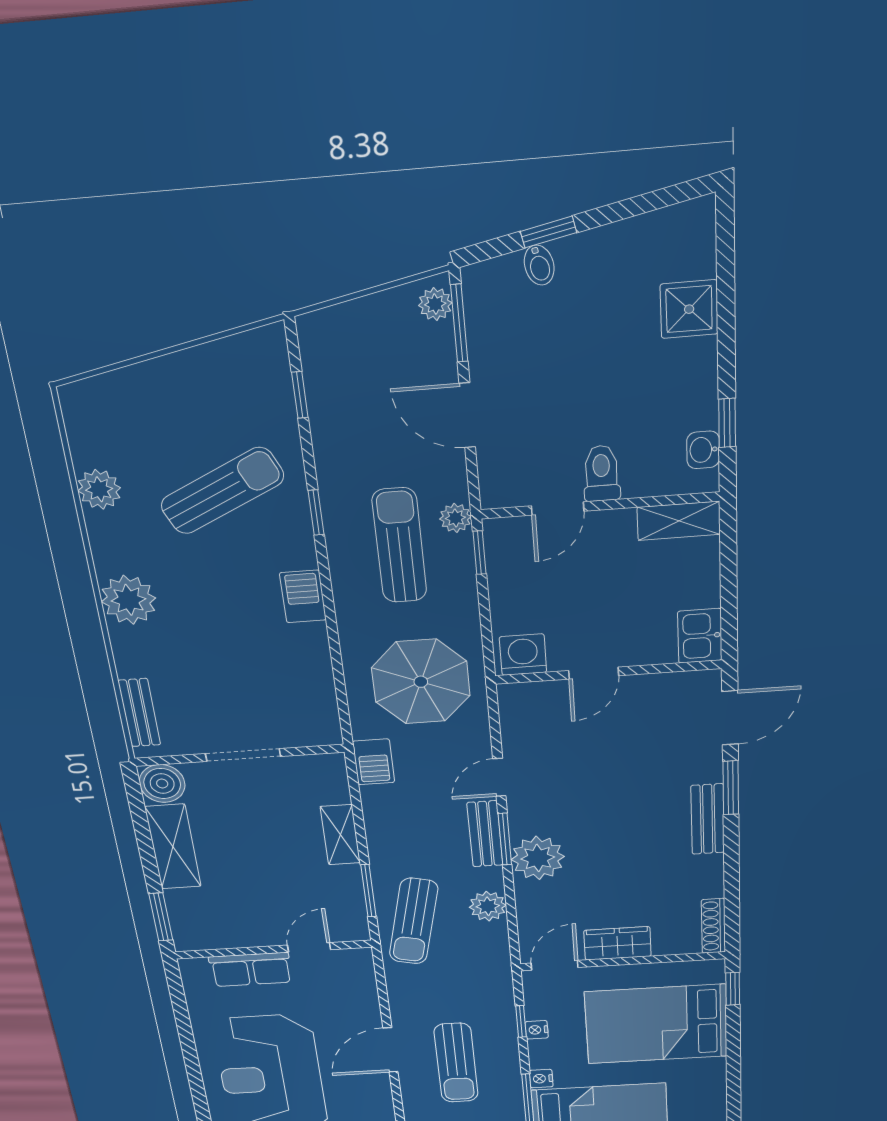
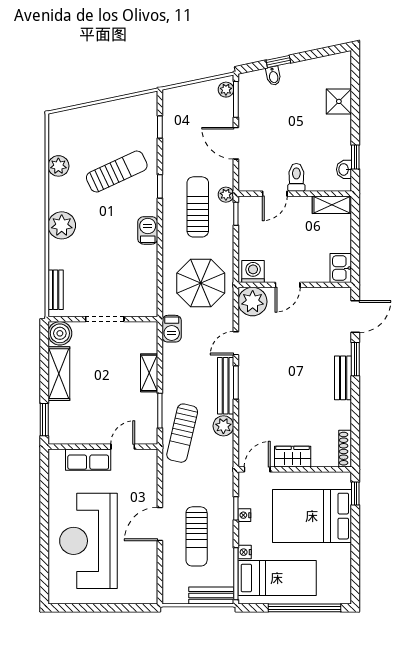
bench: (485, 834) -> (226, 386), width x1.36
plant: (538, 858) -> (253, 302), moved

